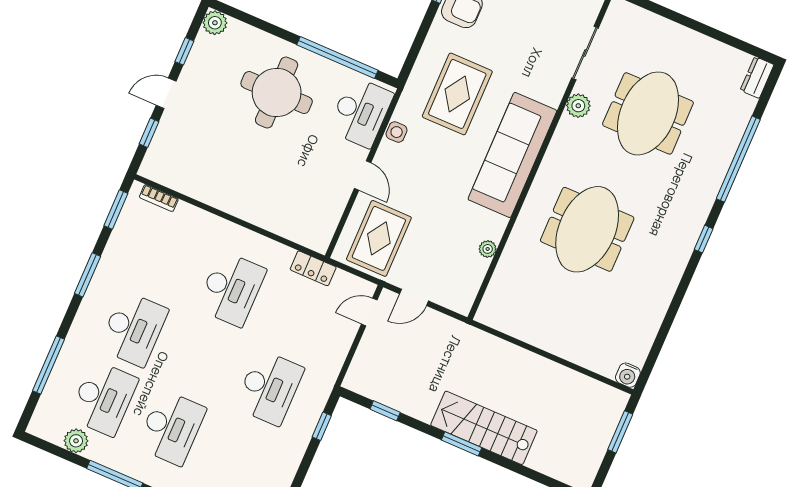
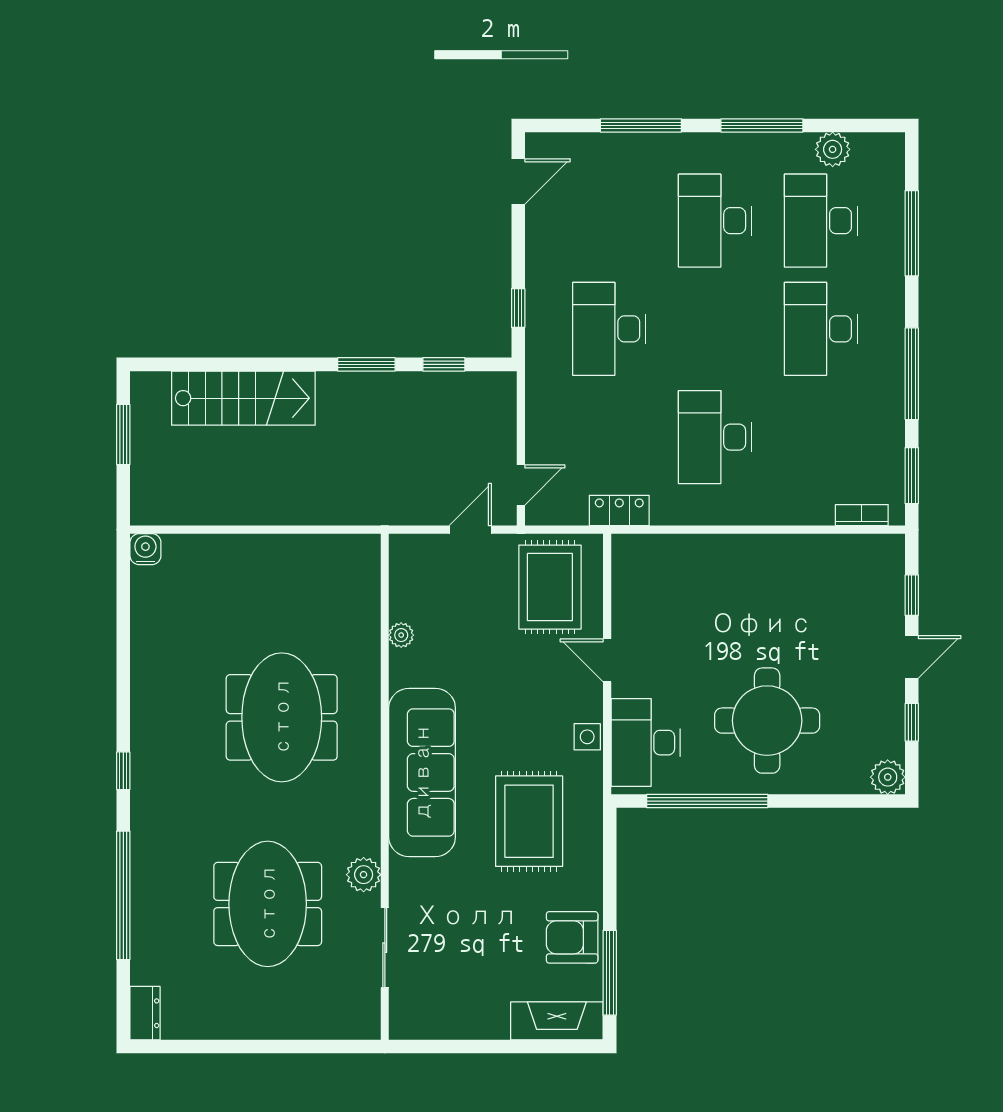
window: (88, 275) -> (912, 374), width x1.44
stairs: (484, 428) -> (243, 398), moved
window: (620, 432) -> (123, 434), moved
window: (462, 444) -> (366, 364), moved

